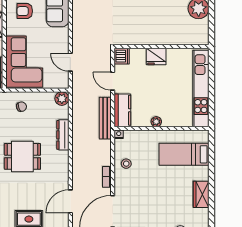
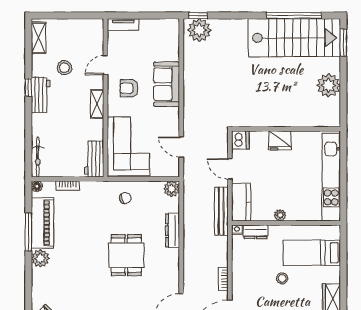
dresser: (135, 136) -> (256, 232), added
dining table: (22, 156) -> (126, 255), turned 90
stool: (126, 164) -> (282, 278), moved

